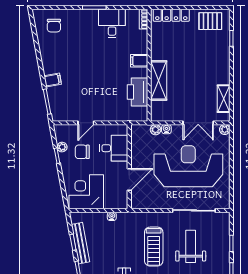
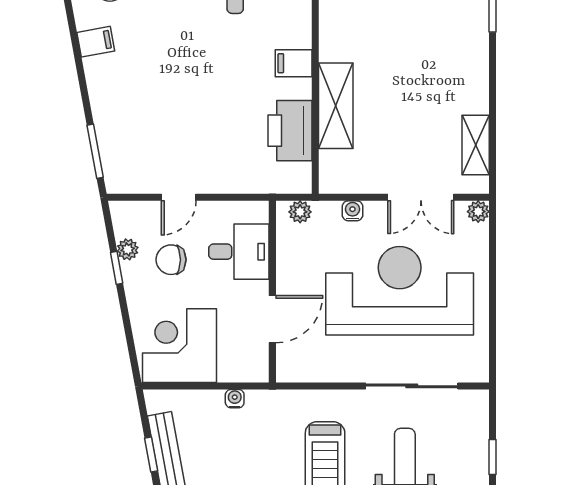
filing cabinet: (53, 80) -> (96, 42), moved
plant: (156, 130) -> (300, 212), moved

